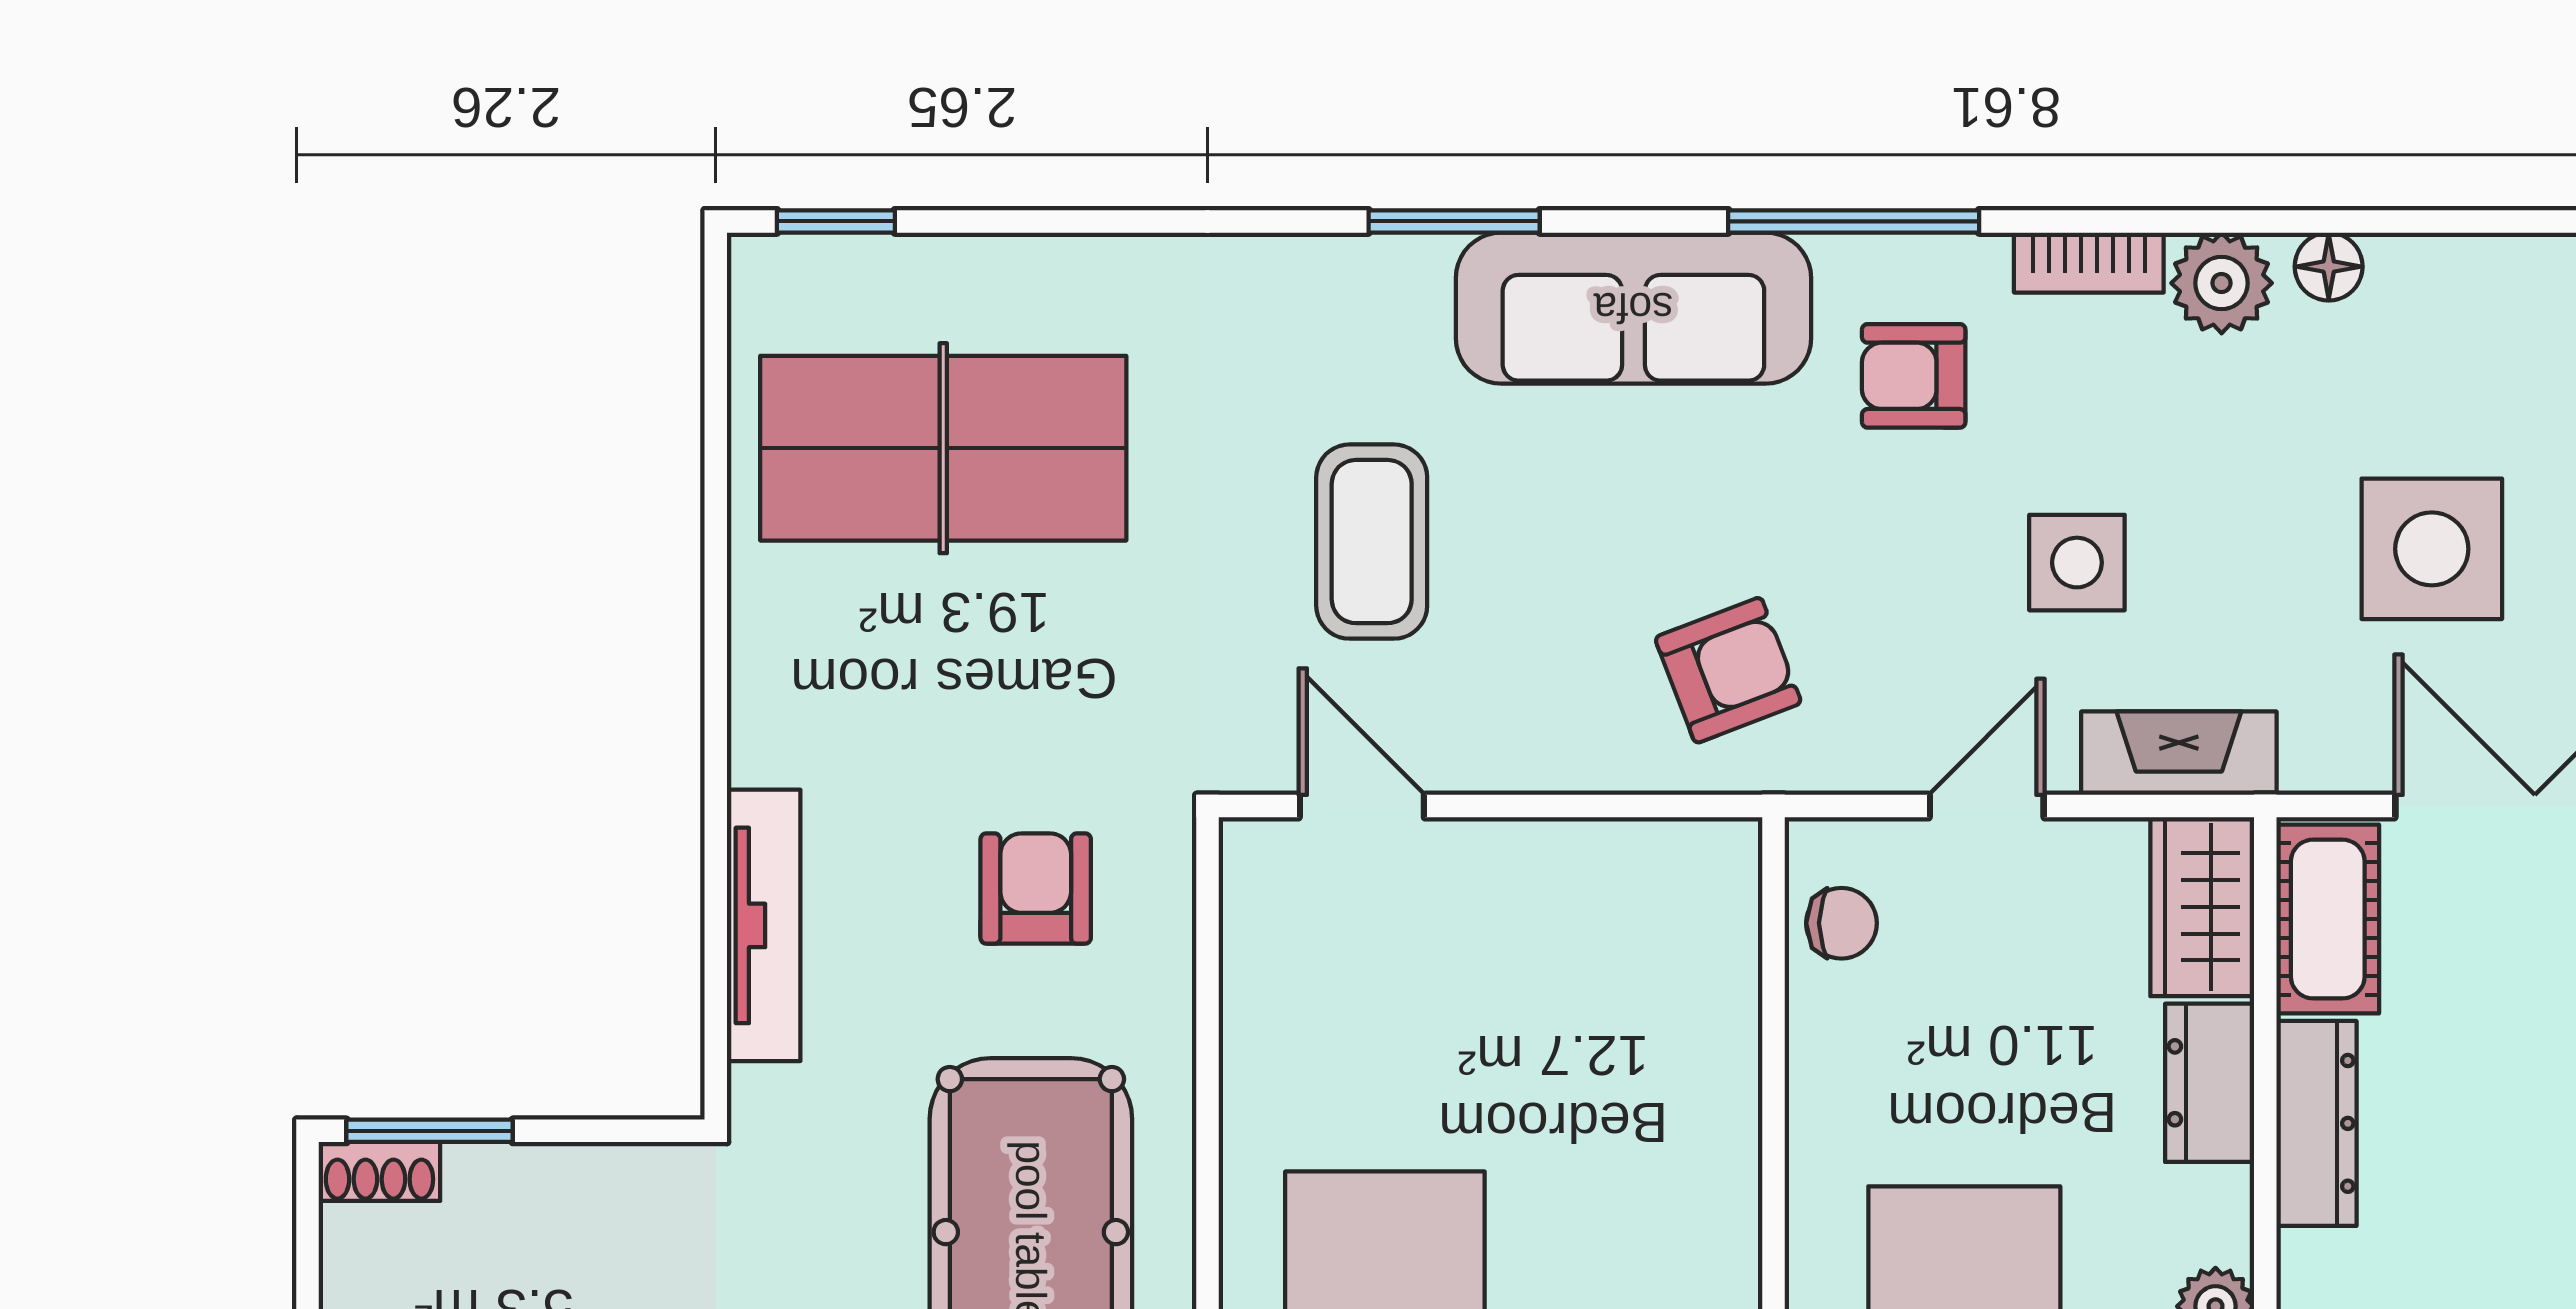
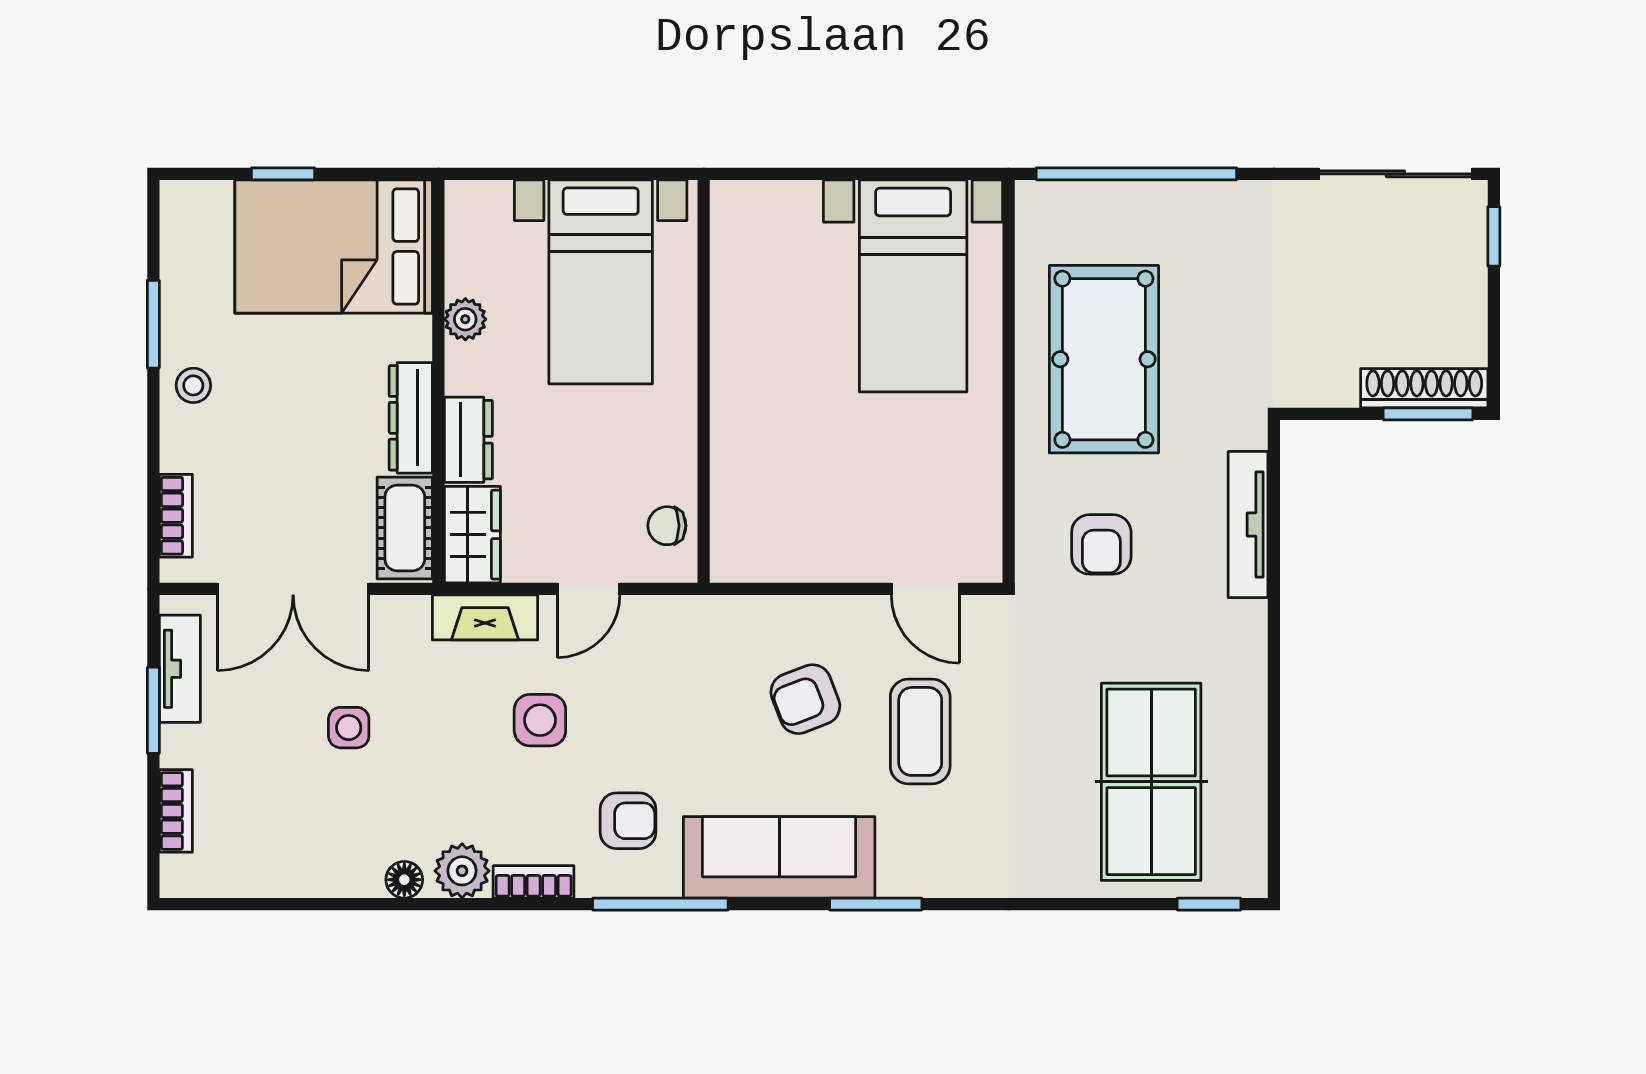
table tennis table: (943, 448) -> (1151, 782), turned 90
side table: (2432, 549) -> (349, 728), width x0.54, depth x0.54
armchair: (1728, 670) -> (805, 699), moved
shoe rack: (379, 1171) -> (1424, 388), width x1.94, depth x1.24

